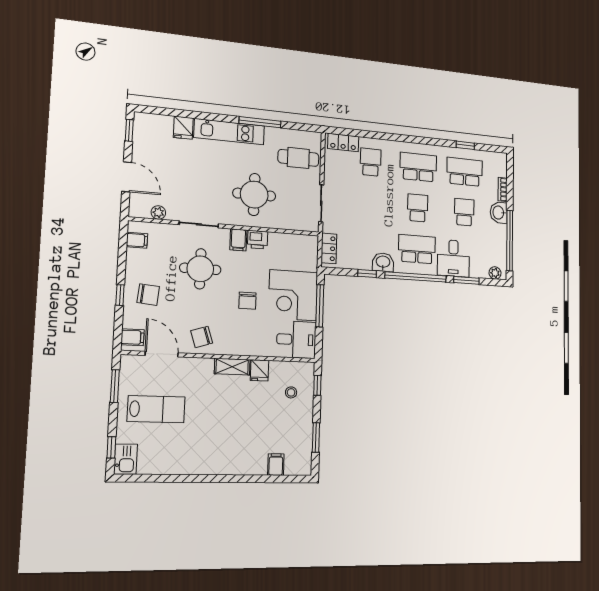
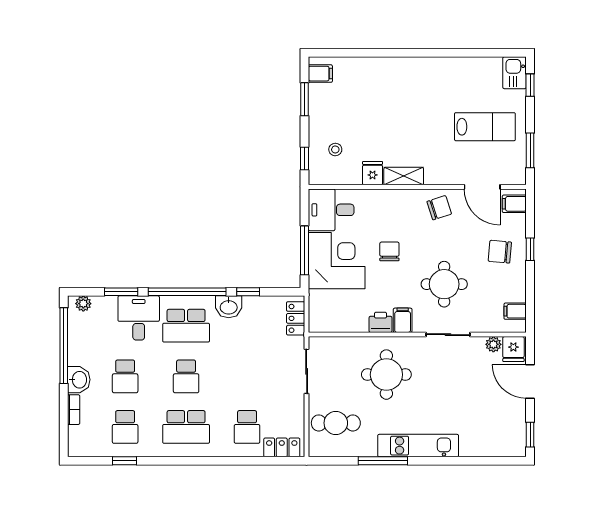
fridge: (183, 128) -> (513, 349), moved, turned 180
school desk: (465, 172) -> (125, 427), width x0.54
lab bench: (156, 409) -> (485, 127), turned 180
filing cabinet: (276, 465) -> (320, 74), moved, turned -90

